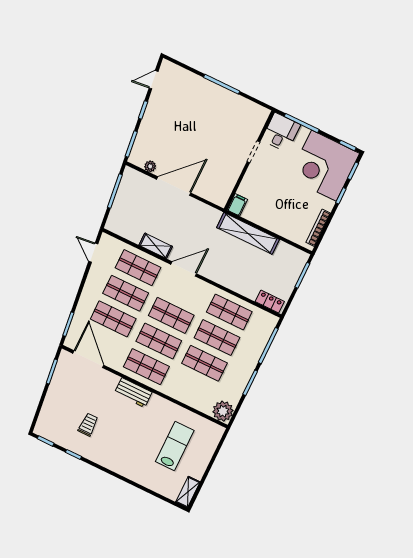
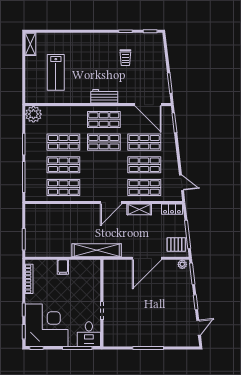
plant: (150, 166) -> (182, 264), moved
pallet: (133, 186) -> (176, 244), added
filing cabinet: (237, 205) -> (63, 267), moved
shelving: (248, 233) -> (97, 250), moved
locker: (270, 302) -> (172, 209), moved
shop shelf: (171, 315) -> (104, 165), removed

